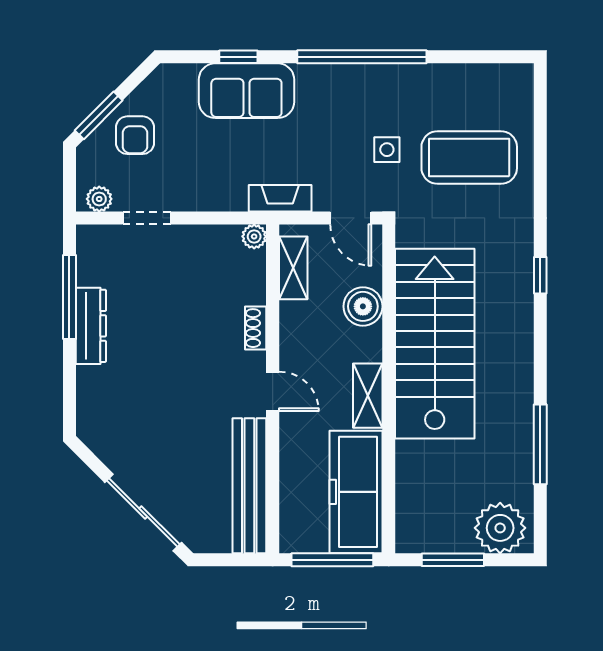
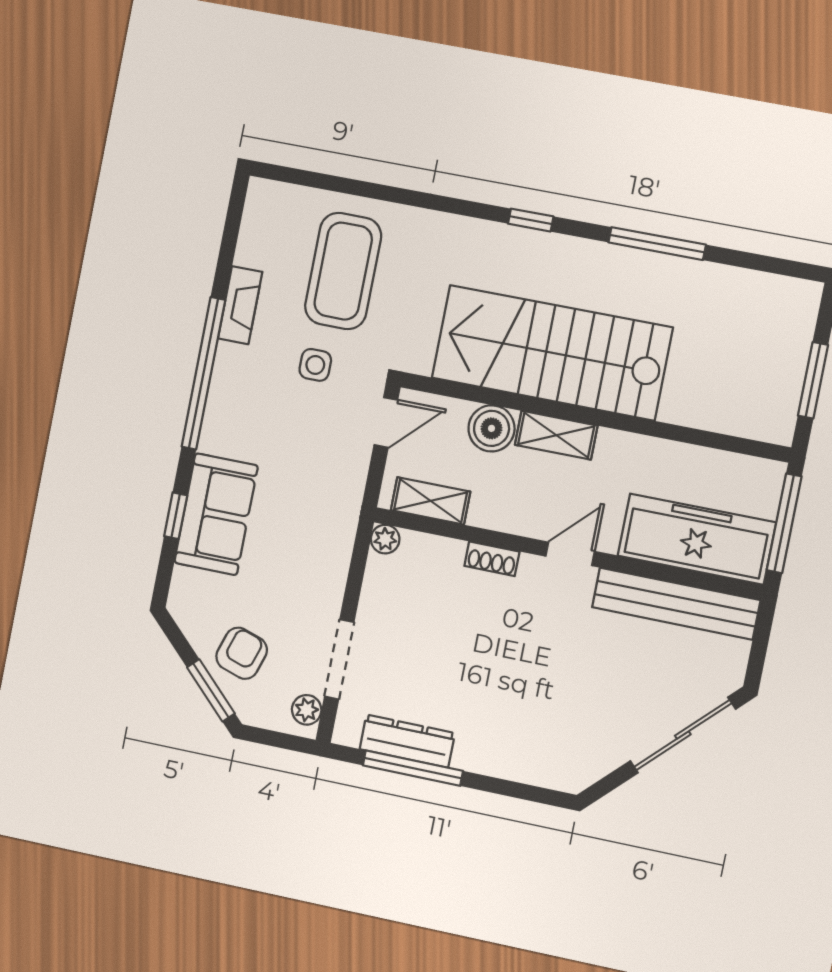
armchair: (135, 135) -> (242, 653), turned -72
fireplace: (280, 198) -> (240, 305), moved, turned 180
doorway: (147, 218) -> (339, 659), width x1.38
window: (540, 275) -> (531, 220), moved
dresser: (91, 326) -> (407, 741), moved
shelving: (368, 396) -> (556, 435), moved
window: (540, 444) -> (657, 244), moved
freezer: (356, 492) -> (697, 539), moved, turned 180
plant: (500, 528) -> (786, 317), removed

